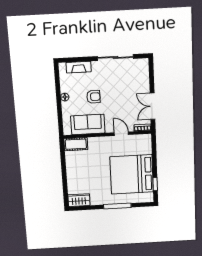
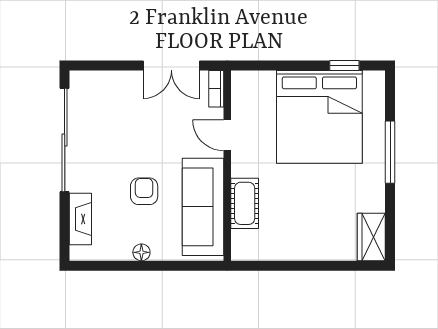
sliding door: (116, 57) -> (65, 140), width x1.36
sofa: (88, 124) -> (203, 207), width x1.36
door: (121, 134) -> (227, 135), hinge flipped
cot: (76, 144) -> (245, 203), moved

